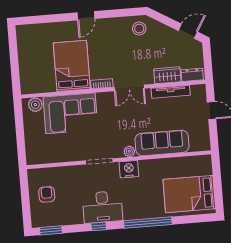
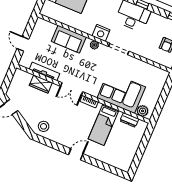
bed: (72, 66) -> (103, 125), width x0.67
dresser: (192, 75) -> (129, 120), moved
double door: (129, 88) -> (72, 89), swing flipped
sofa: (162, 143) -> (69, 39), width x0.73

